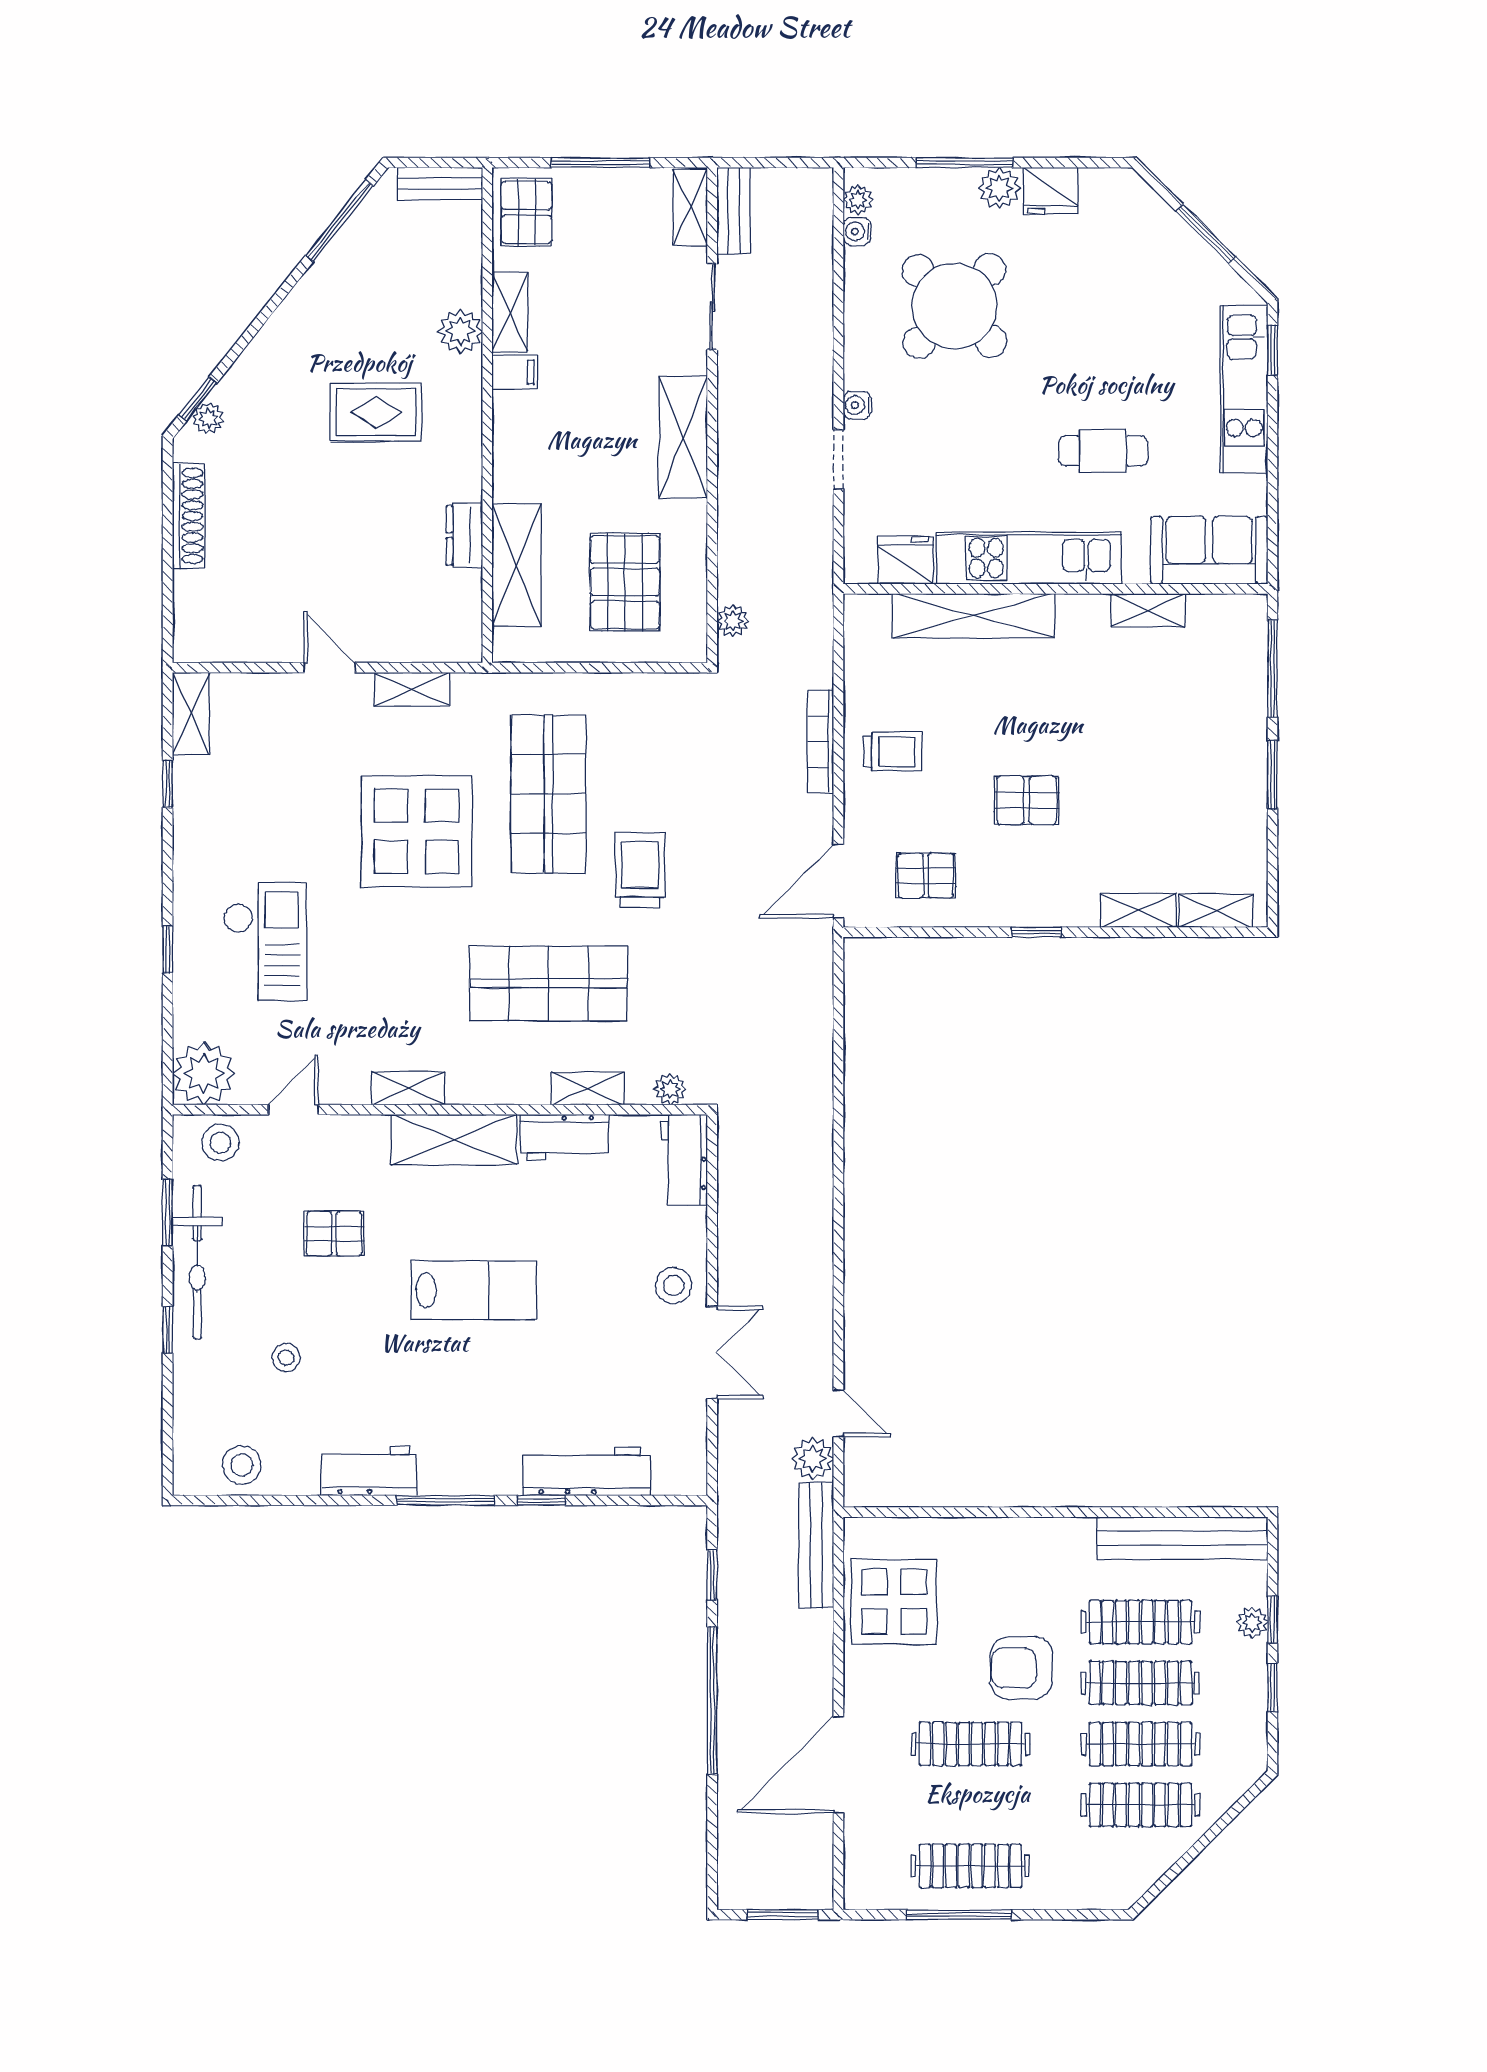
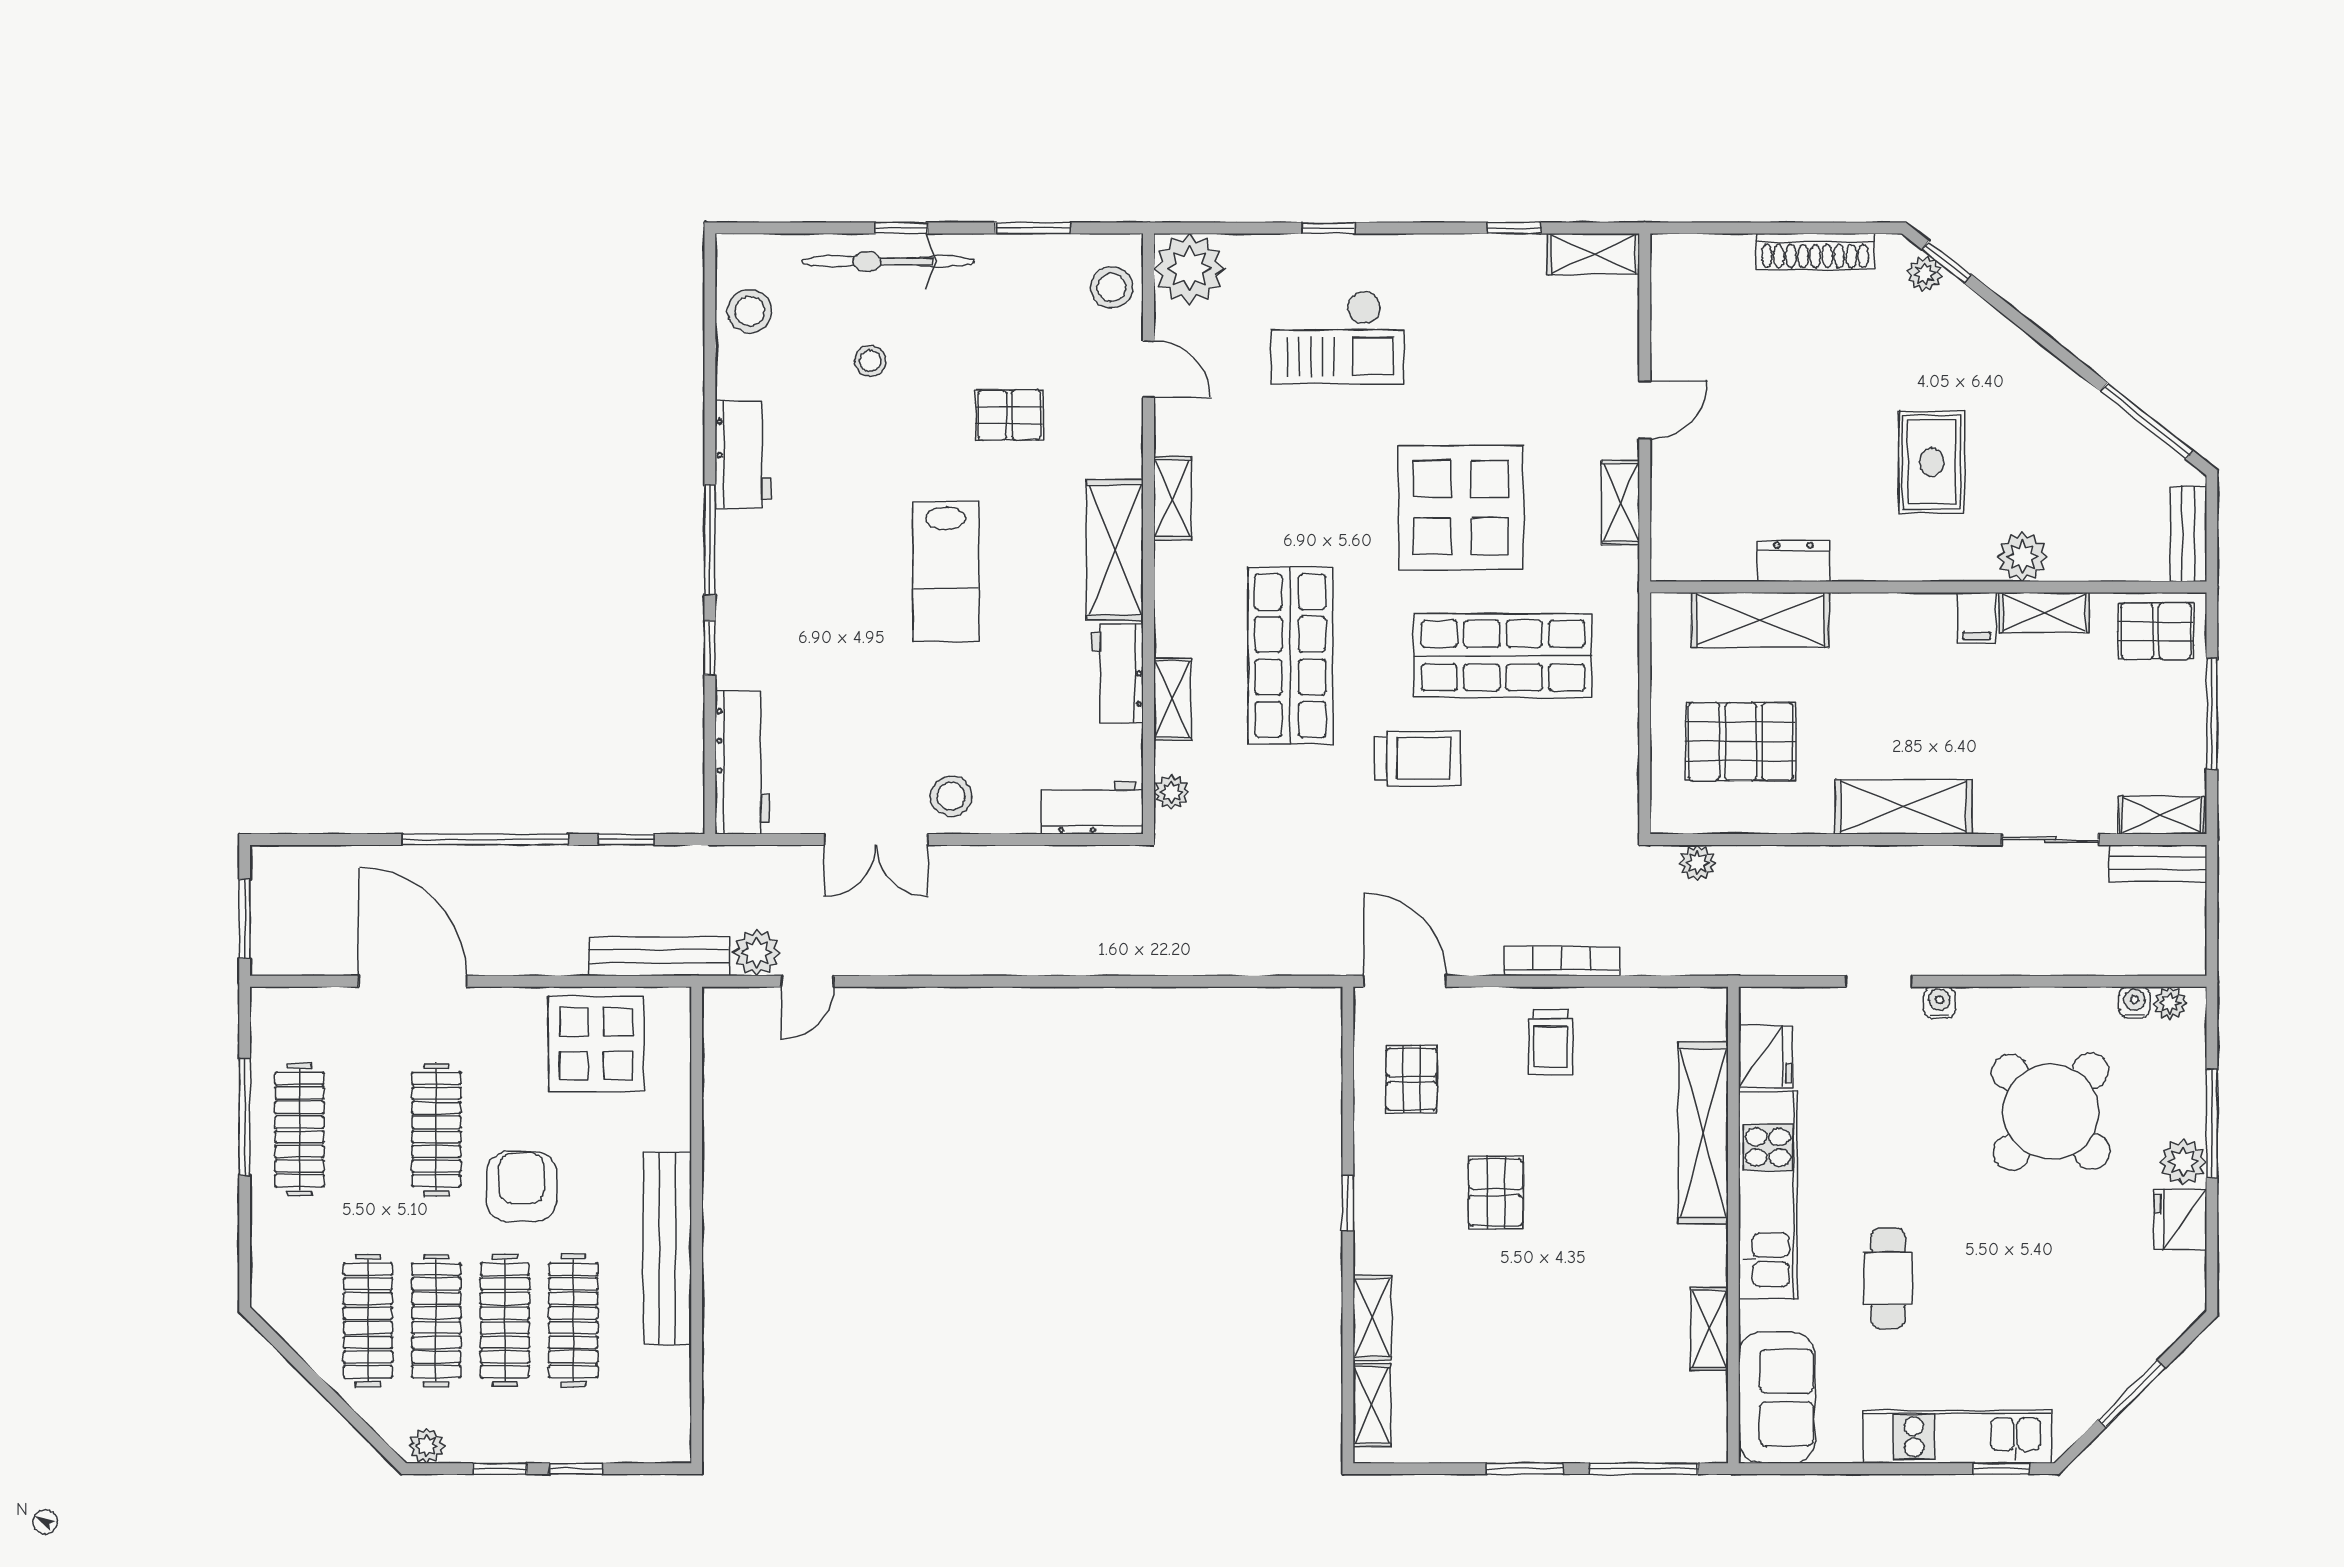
pallet: (334, 1234) -> (1009, 415), turned 90
bicycle: (197, 1262) -> (888, 261), moved
workbench: (587, 1472) -> (742, 762), moved
bench: (1182, 1538) -> (667, 1248), moved
plant: (1252, 1623) -> (427, 1446), moved

